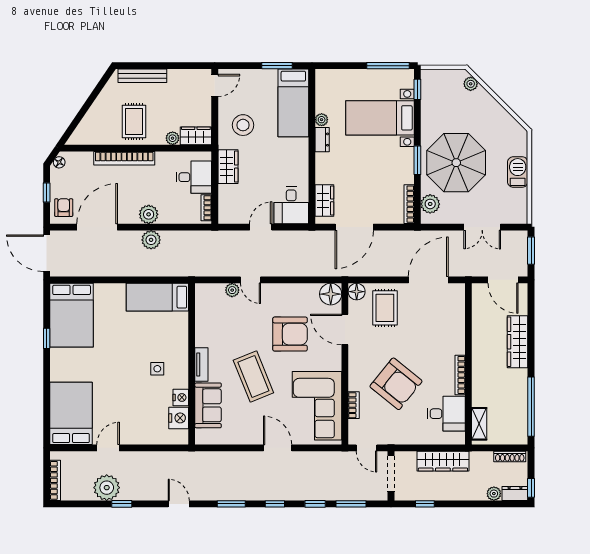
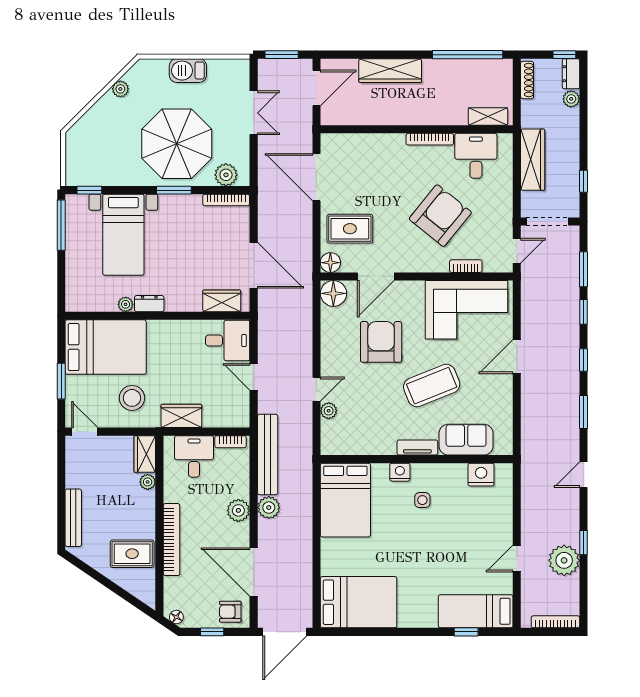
window: (277, 66) -> (61, 381), moved
plant: (471, 84) -> (120, 89), moved
bed: (293, 103) -> (106, 347), width x1.50
rug: (134, 122) -> (132, 554), moved
bench: (196, 239) -> (268, 454), added
bed: (157, 297) -> (345, 500), width x1.50
window: (47, 338) -> (466, 632), moved
nightstand: (181, 397) -> (400, 472), moved
bed: (71, 413) -> (476, 611), width x0.67
door: (108, 448) -> (517, 559), hinge flipped

